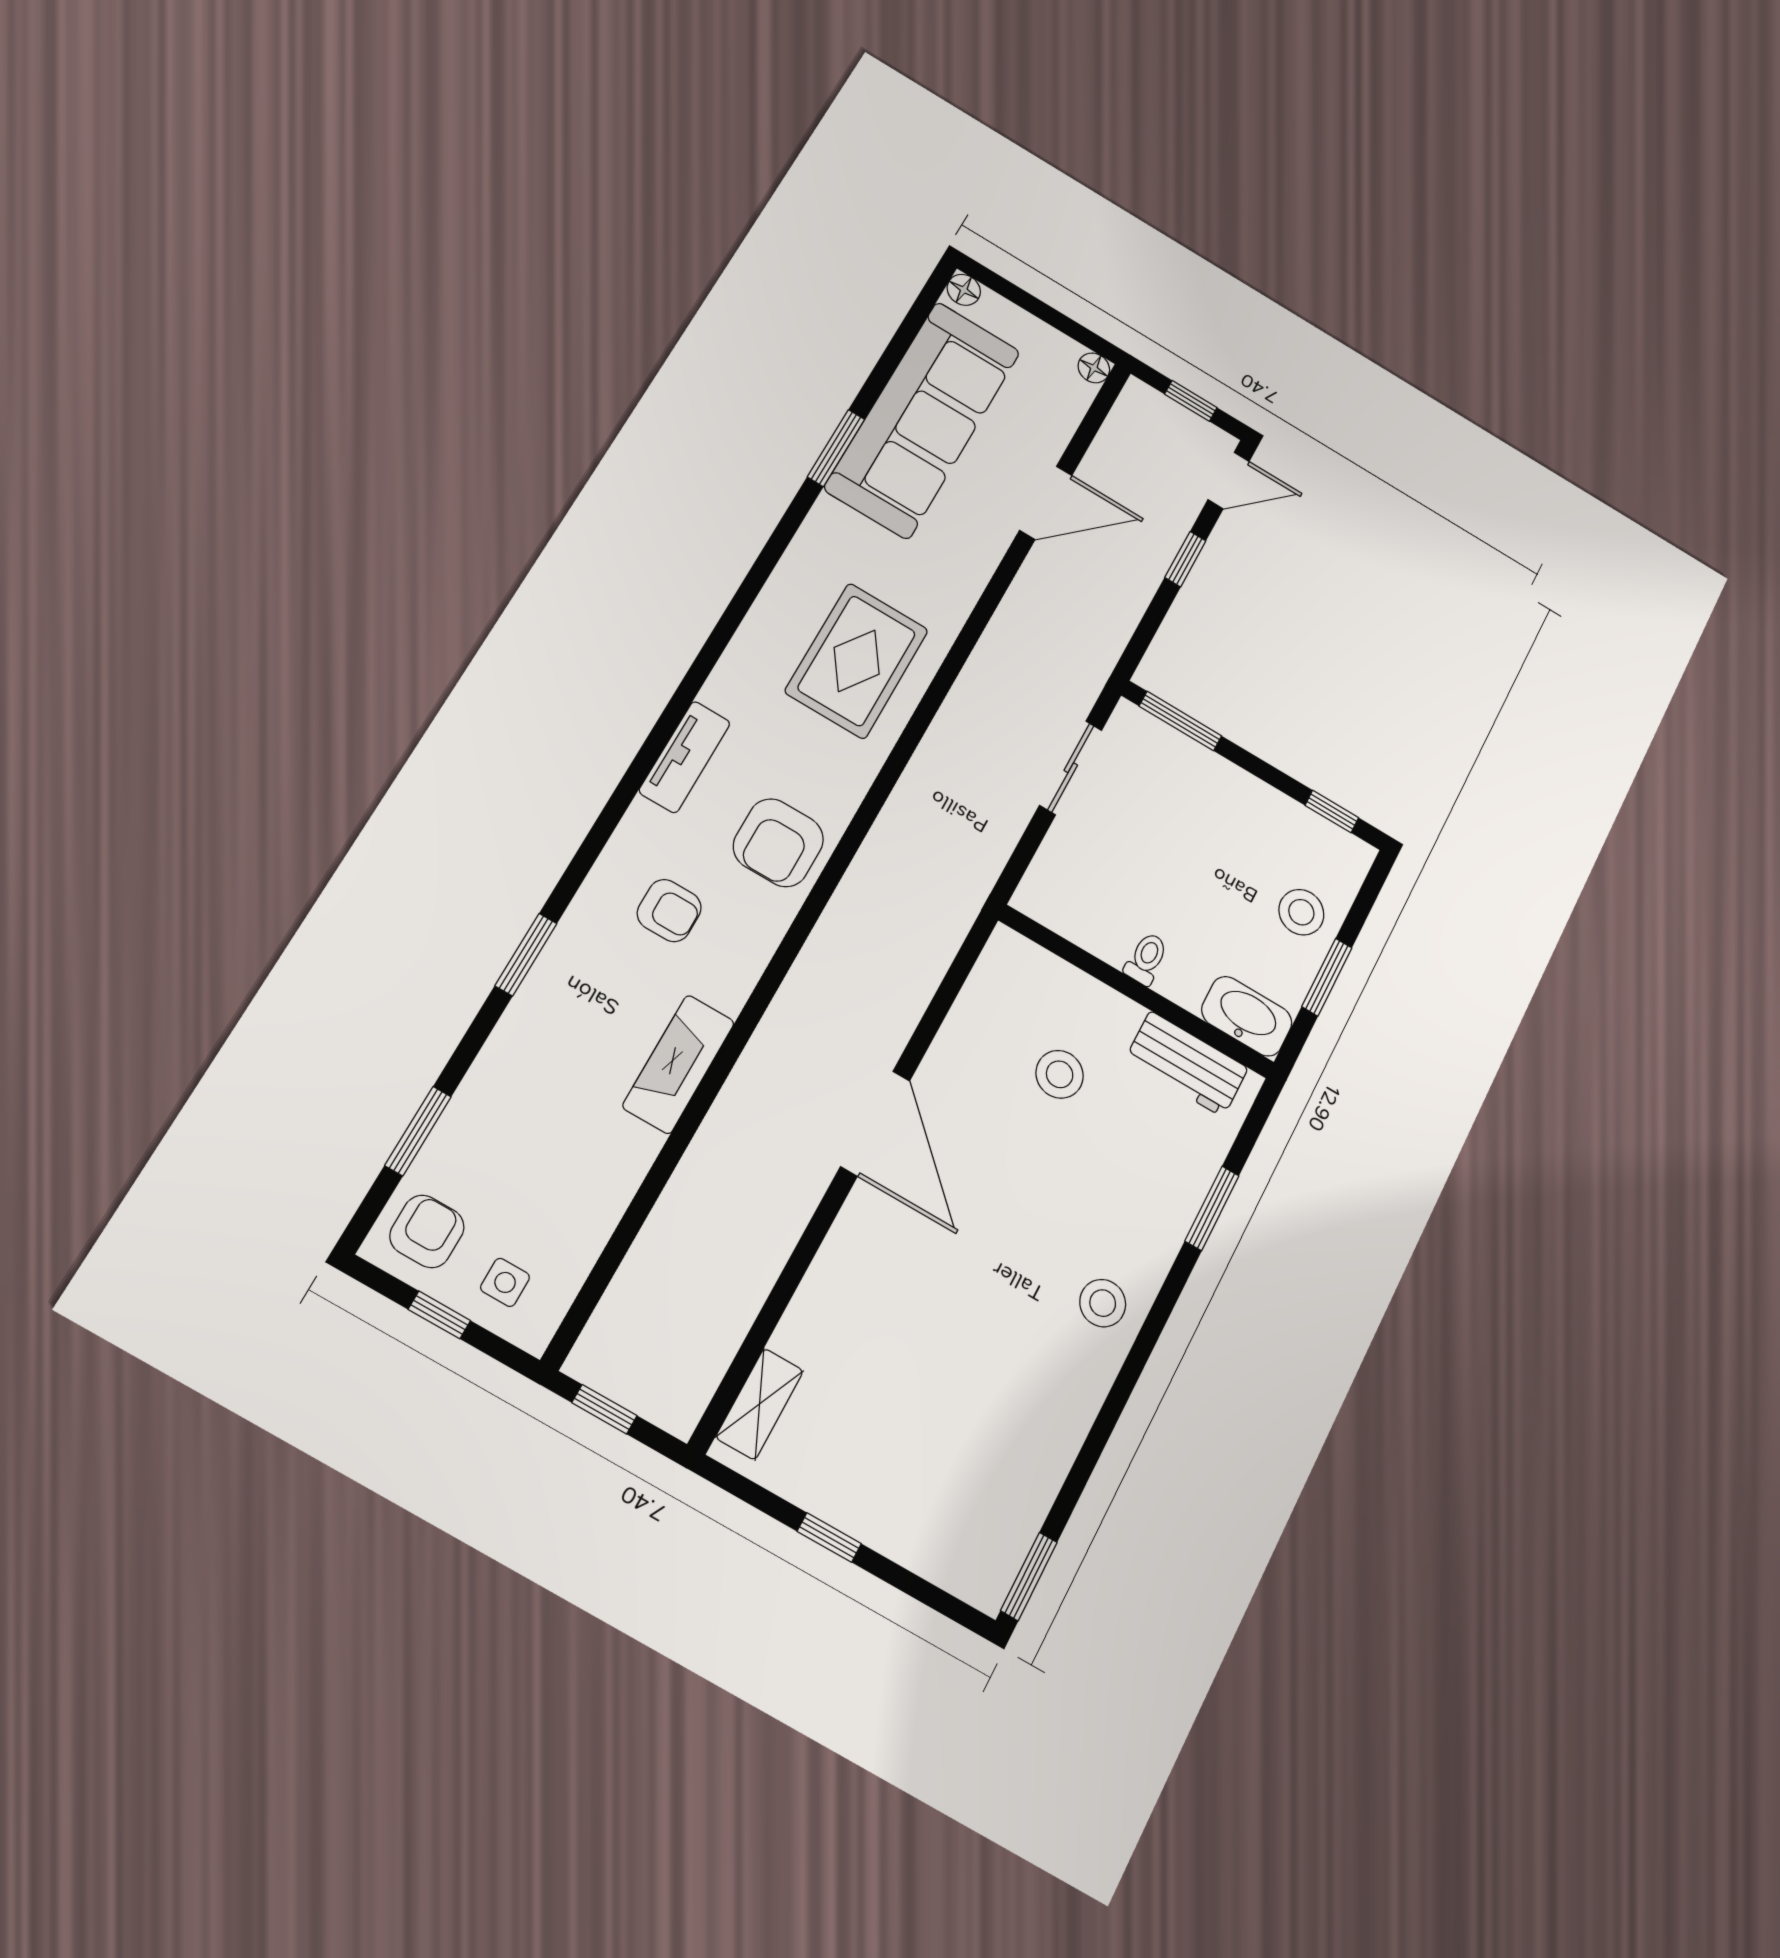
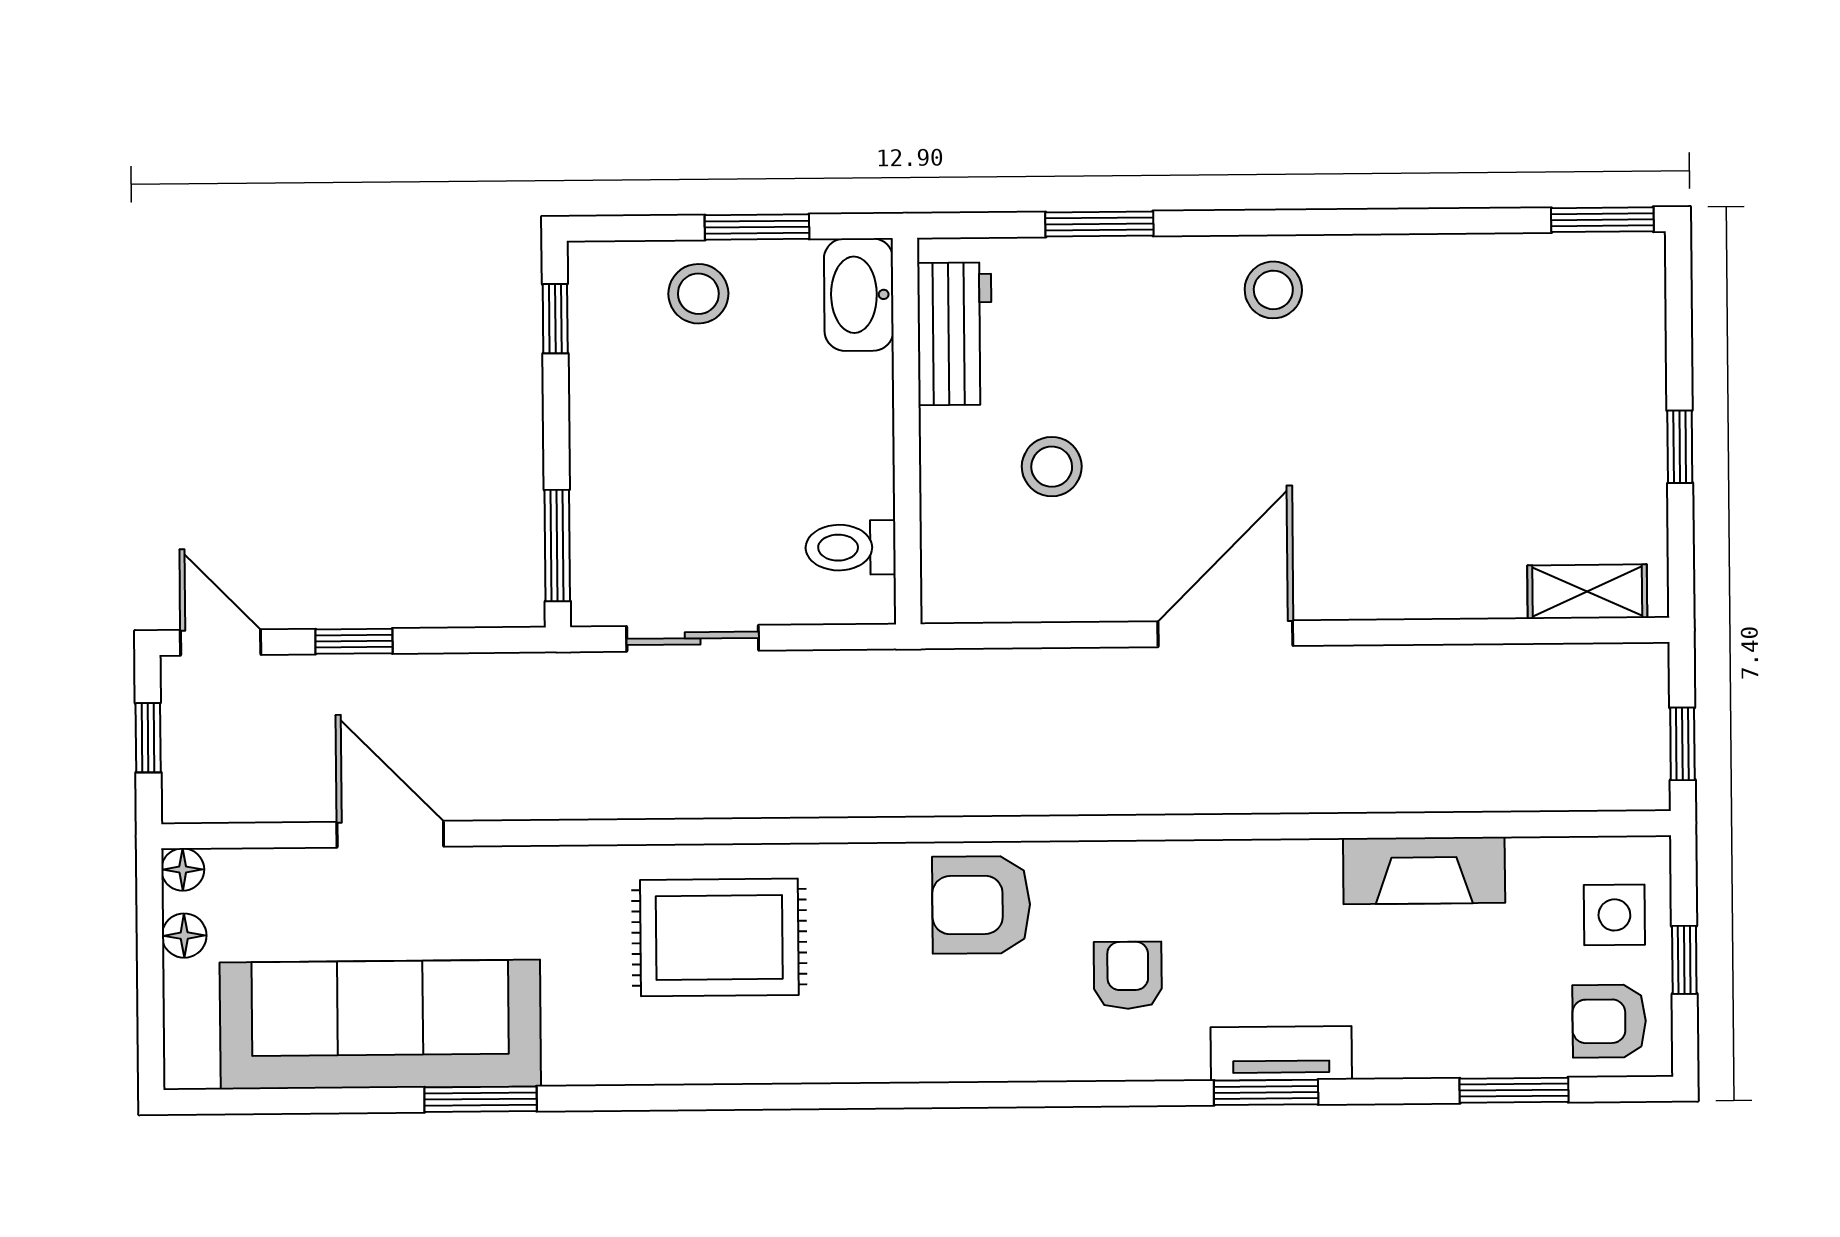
floor lamp: (964, 290) -> (184, 936), moved
tv unit: (685, 757) -> (1281, 1053), moved
armchair: (778, 843) -> (981, 905), turned 180
toilet: (1146, 959) -> (851, 548), moved, width x1.37, depth x1.39
fireplace: (679, 1064) -> (1424, 871), moved
side table: (505, 1282) -> (1614, 915), width x1.37, depth x1.37

